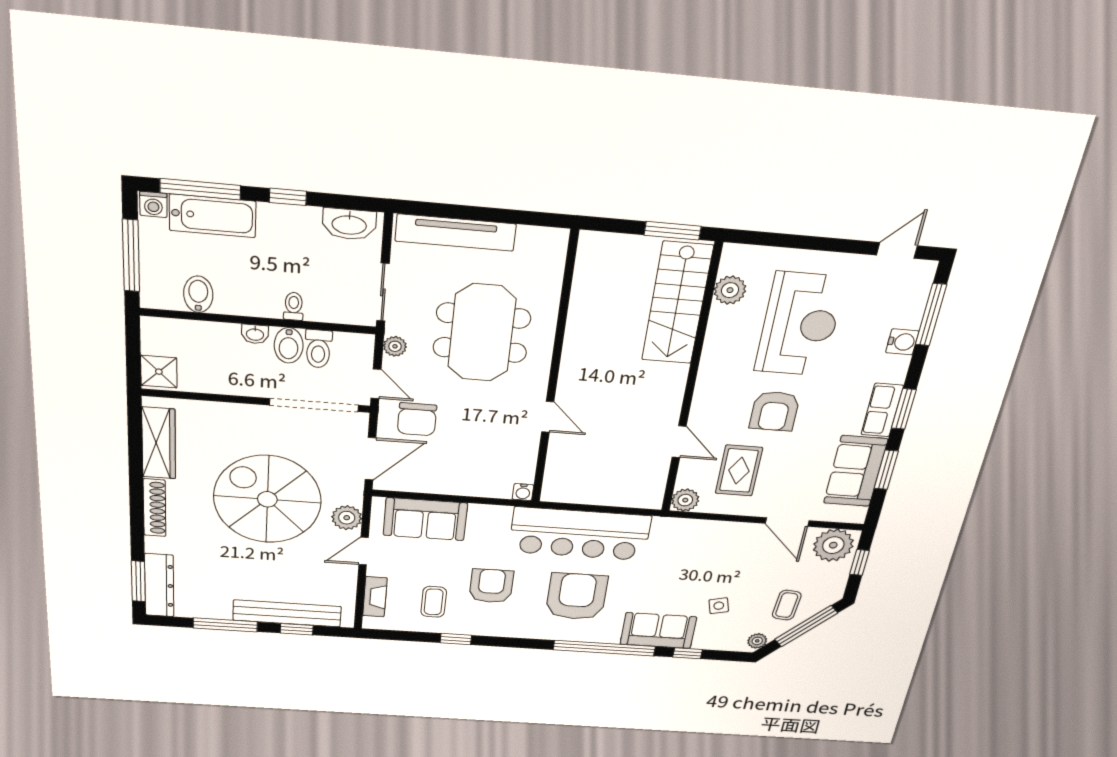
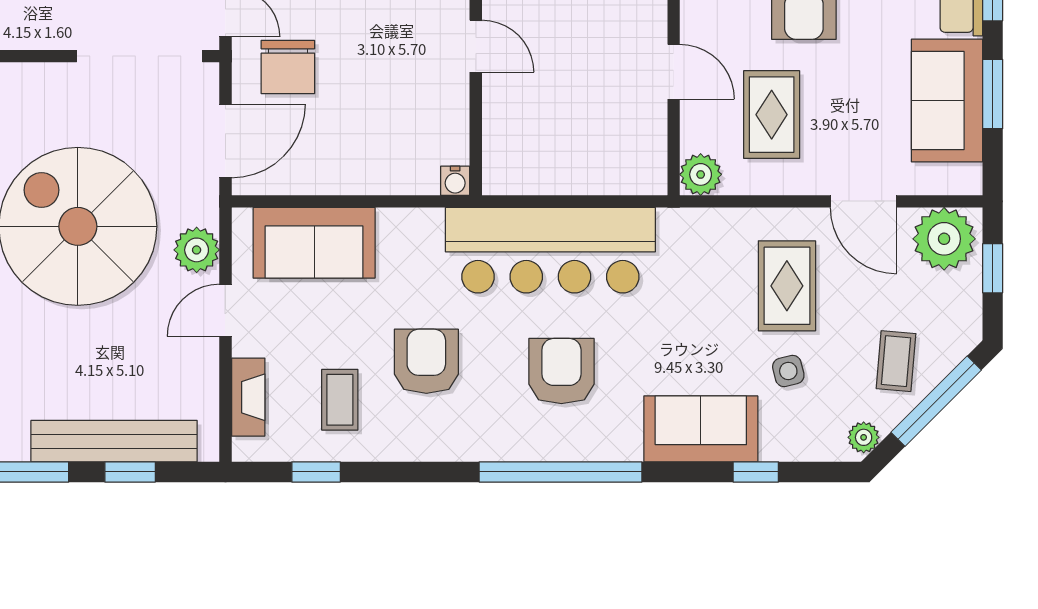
rug: (728, 563) -> (787, 286), added
armchair: (577, 597) -> (561, 371), width x0.73, depth x0.73
window: (456, 639) -> (316, 472), moved
window: (604, 648) -> (561, 472), moved

